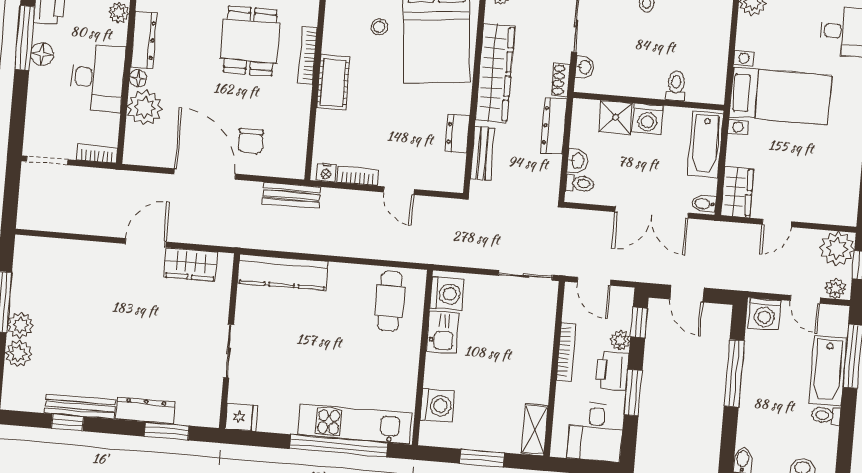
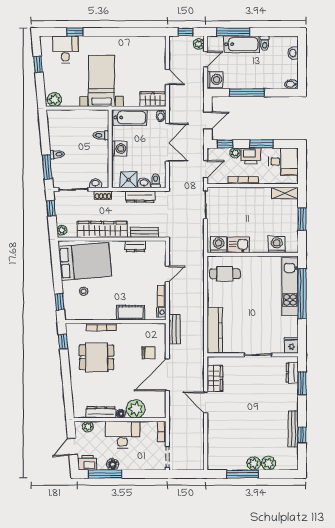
cot: (333, 82) -> (131, 313), moved
shower: (615, 117) -> (129, 180), moved
dresser: (554, 126) -> (140, 197), moved
plant: (837, 249) -> (178, 45), removed
dresser: (146, 411) -> (292, 373), moved, width x0.70

